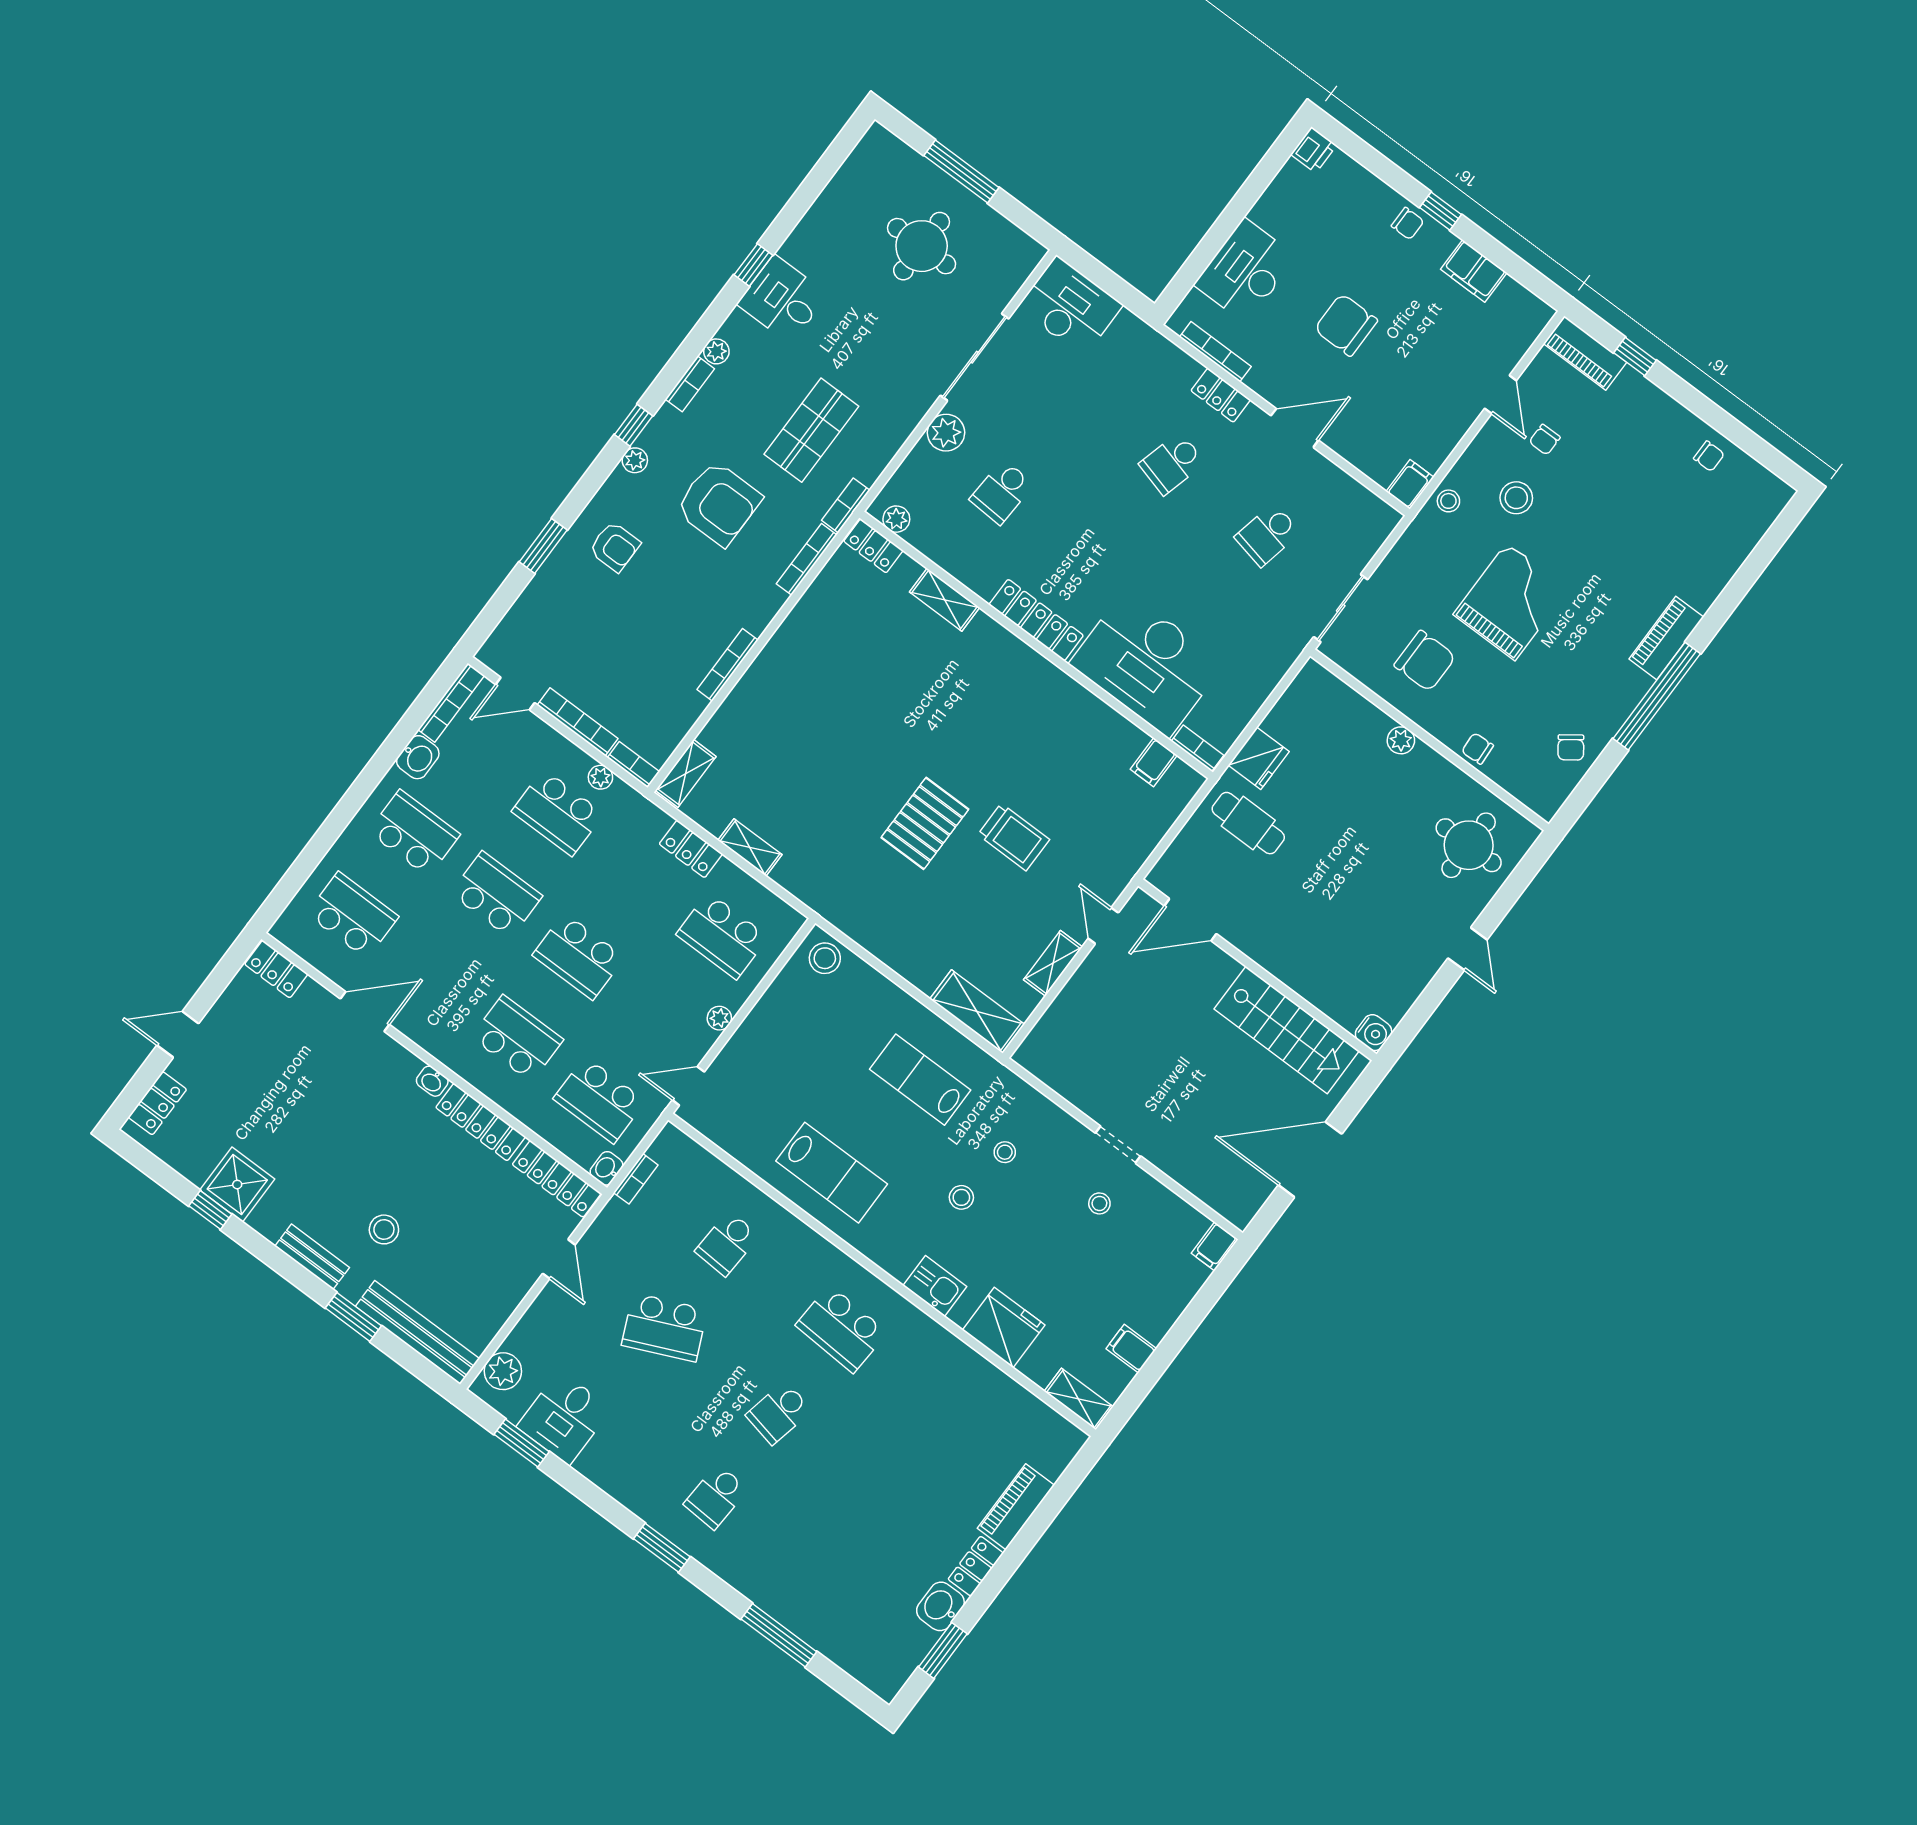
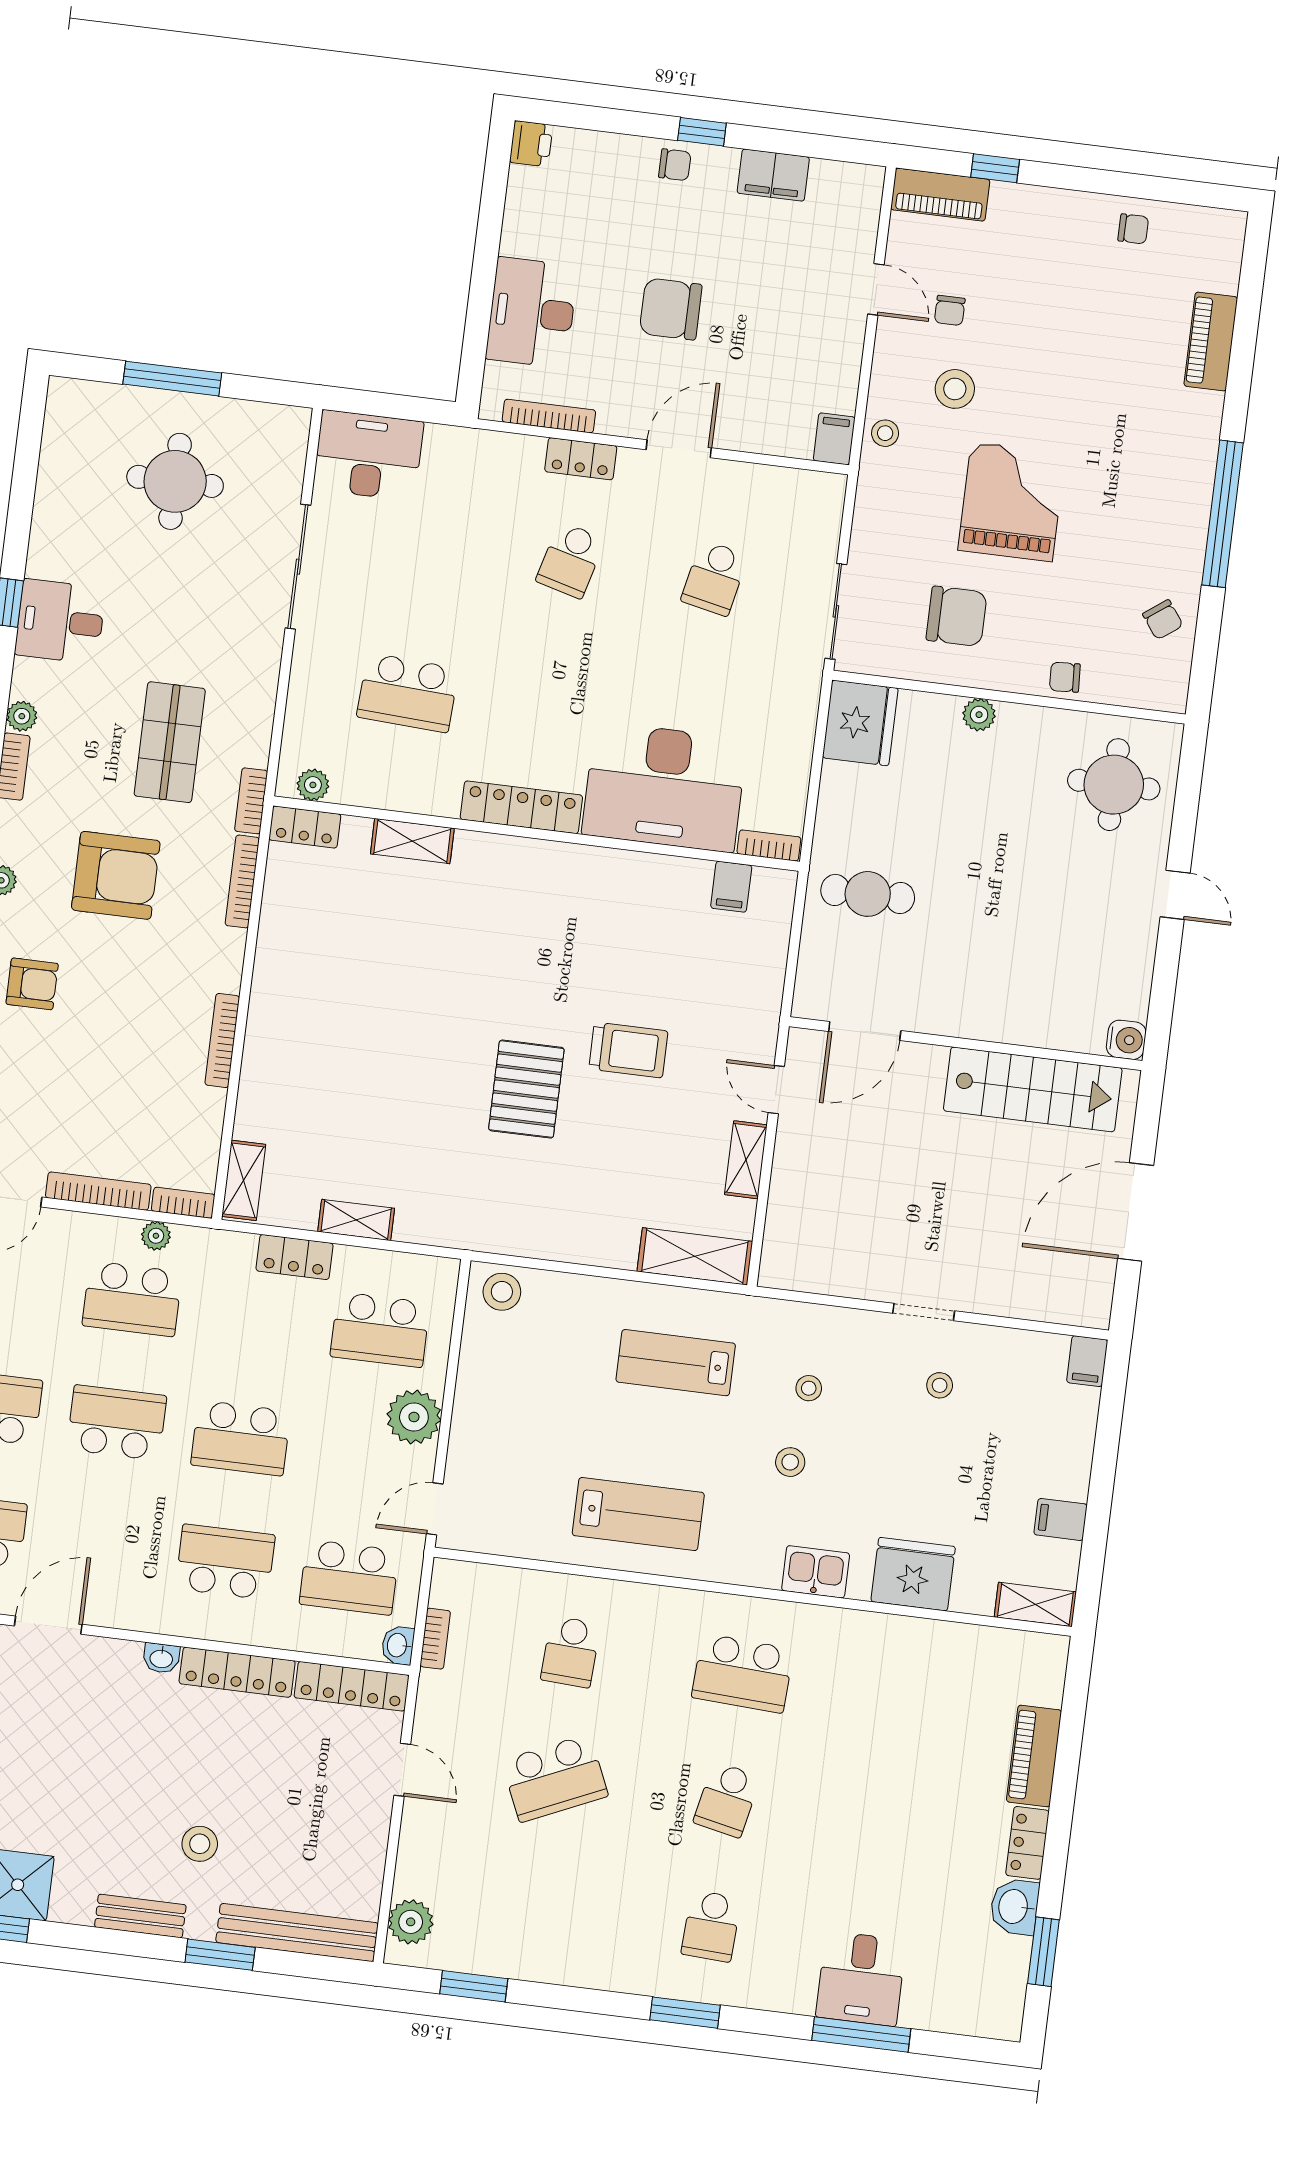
plant: (946, 433) -> (313, 664), removed
school desk: (1002, 492) -> (408, 693), width x1.85
piano: (1666, 638) -> (1211, 341), moved
fridge: (1259, 758) -> (860, 723), moved, width x1.36, depth x1.34
plant: (719, 1018) -> (414, 1417), width x1.88, depth x1.88
desk: (564, 1418) -> (861, 1979), moved

